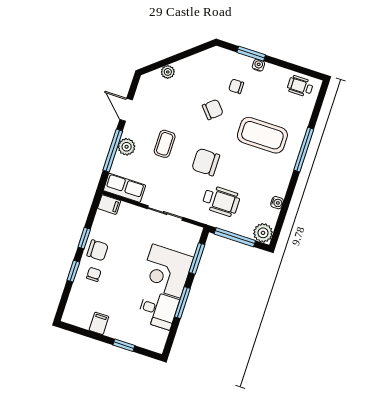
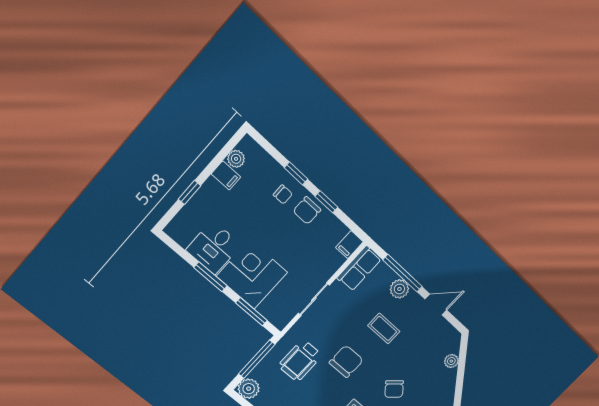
plant: (83, 321) -> (236, 159), added

